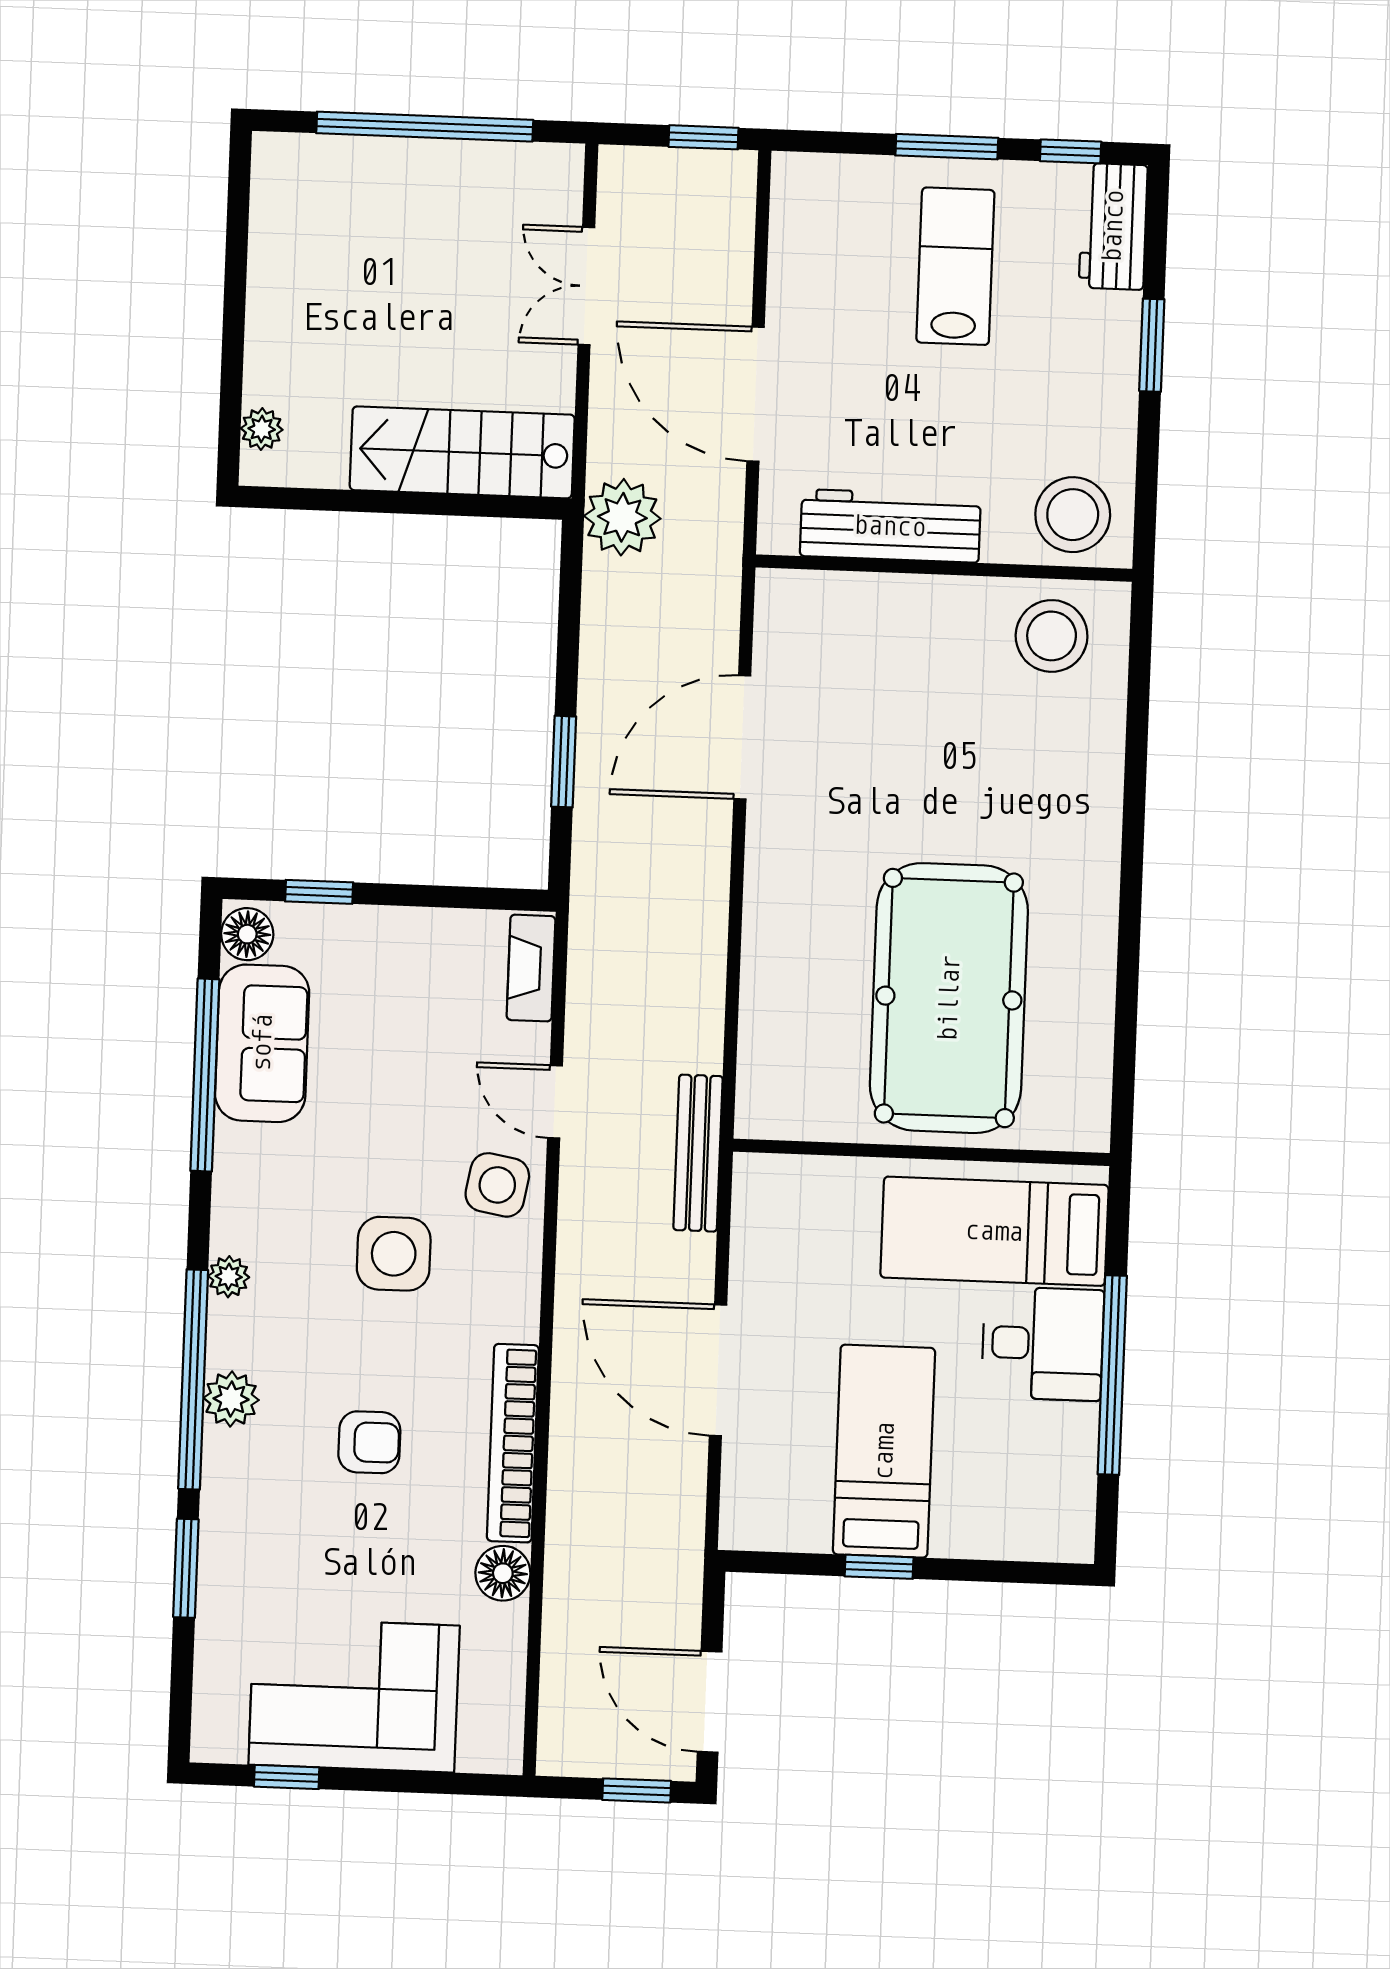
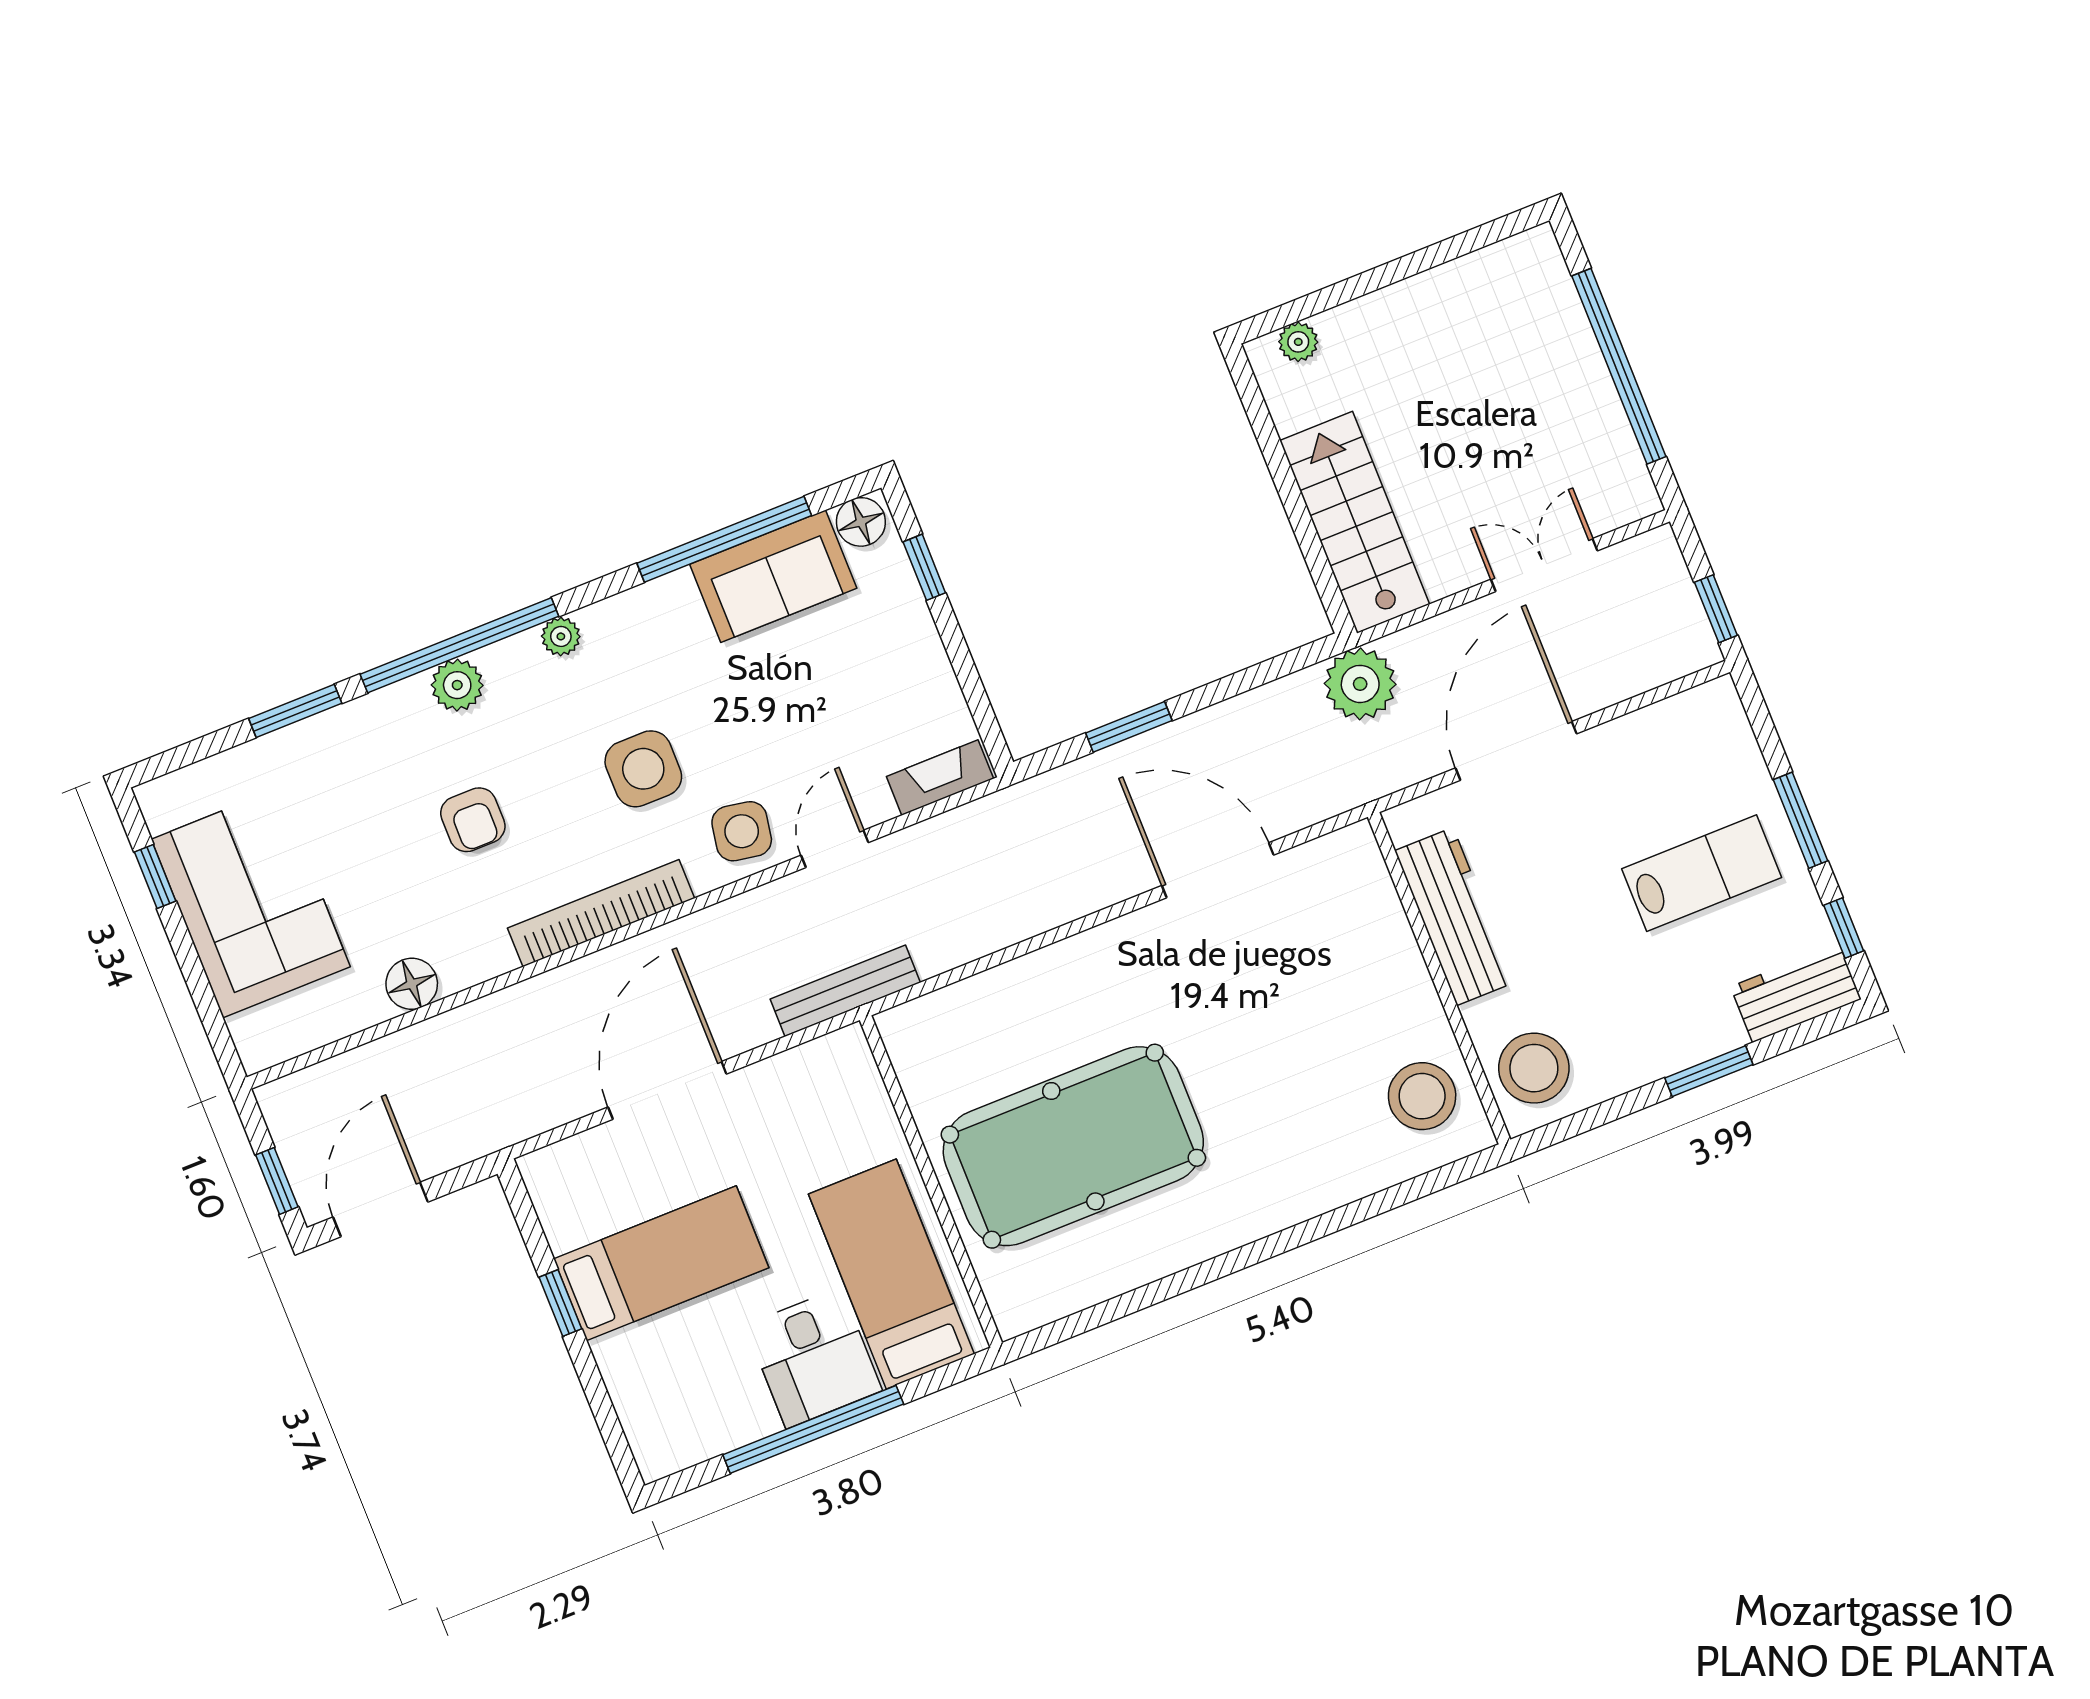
bookcase: (513, 1443) -> (601, 913), moved

